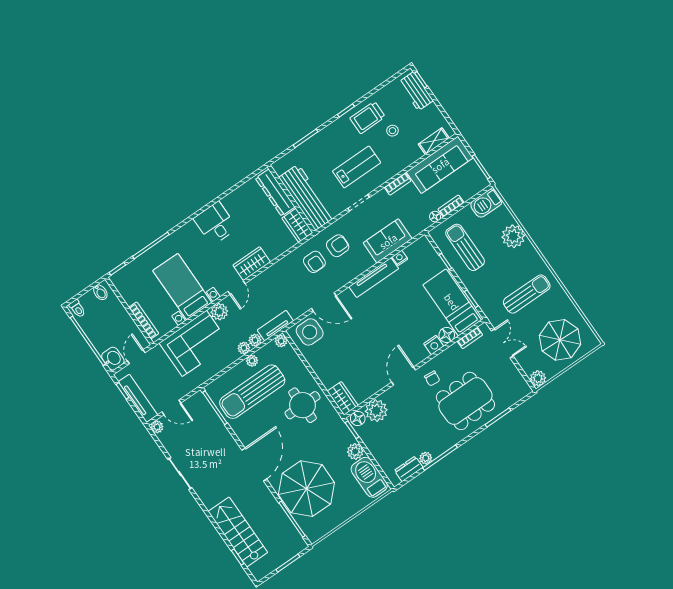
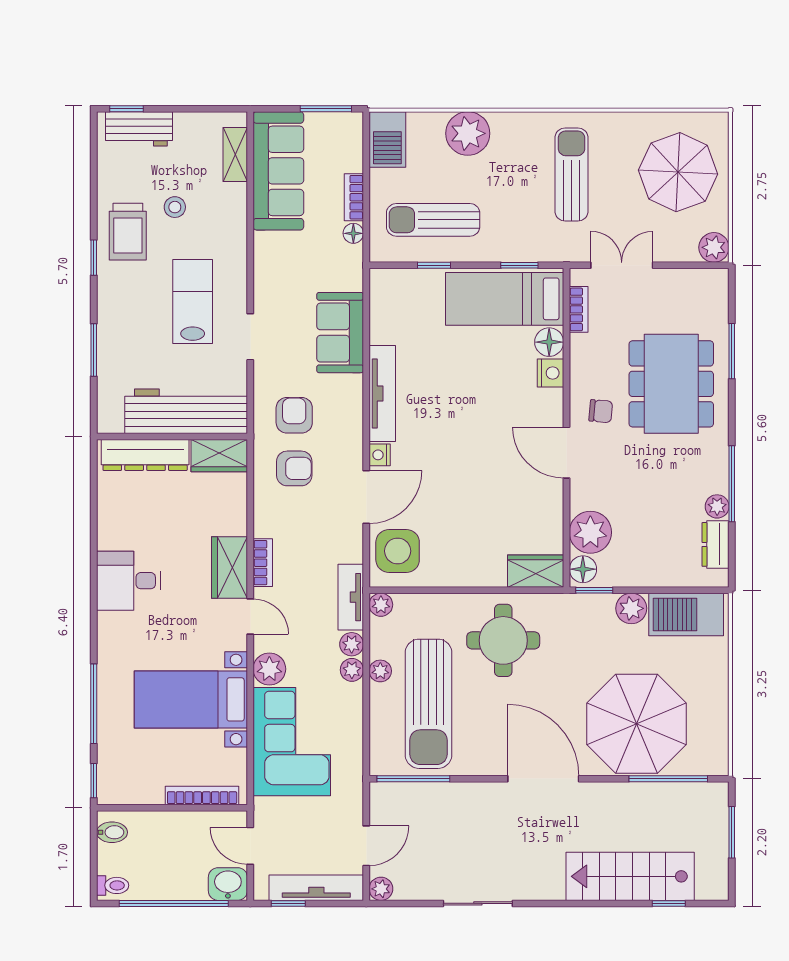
bookcase: (398, 184) -> (263, 563), moved
nightstand: (400, 258) -> (380, 455), moved

